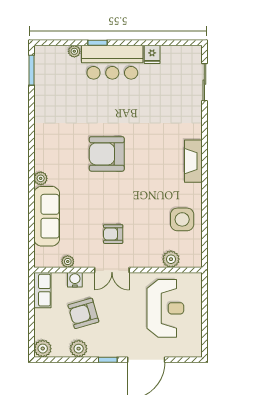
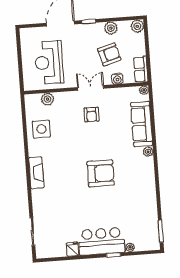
armchair: (113, 234) -> (92, 115), turned 90
plant: (68, 262) -> (144, 90), moved

